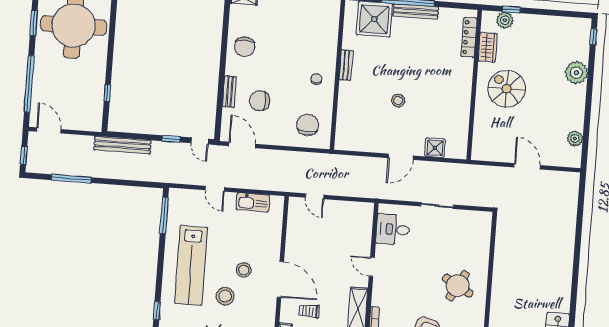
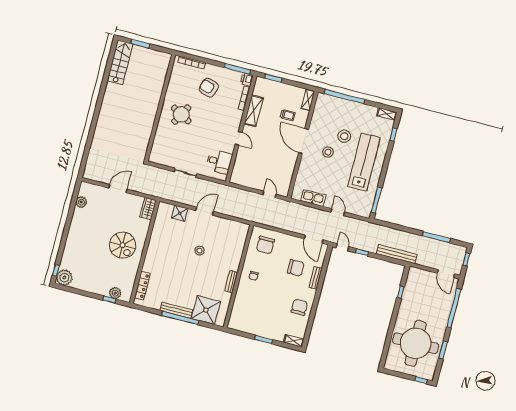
wardrobe: (488, 47) -> (148, 209), moved
plant: (576, 73) -> (64, 278), moved
door: (527, 166) -> (118, 189), swing flipped

